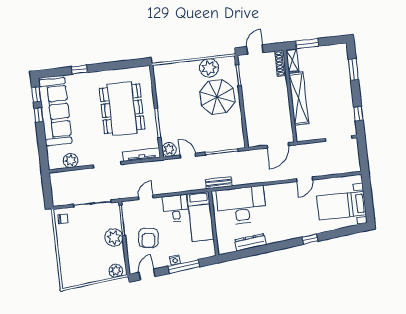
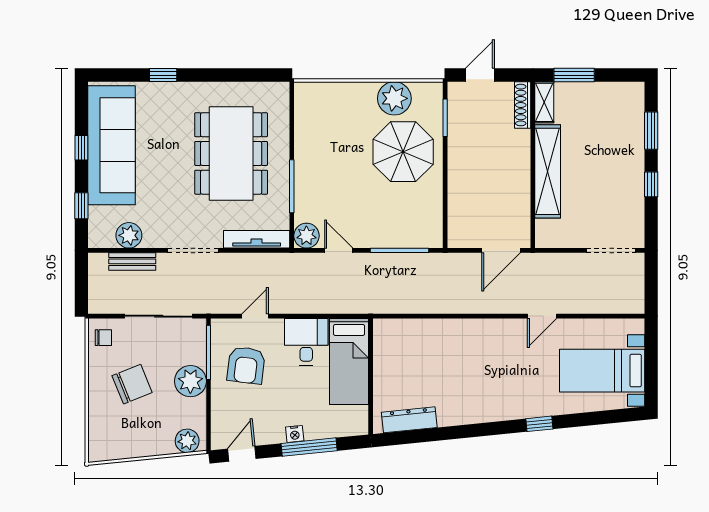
window: (36, 94) -> (81, 206), moved
window: (358, 114) -> (651, 184), moved
bench: (219, 183) -> (132, 261), moved
desk: (241, 205) -> (424, 350), removed
armchair: (148, 238) -> (246, 365), moved
dresser: (250, 242) -> (409, 420), moved
chair: (82, 243) -> (132, 384), added

